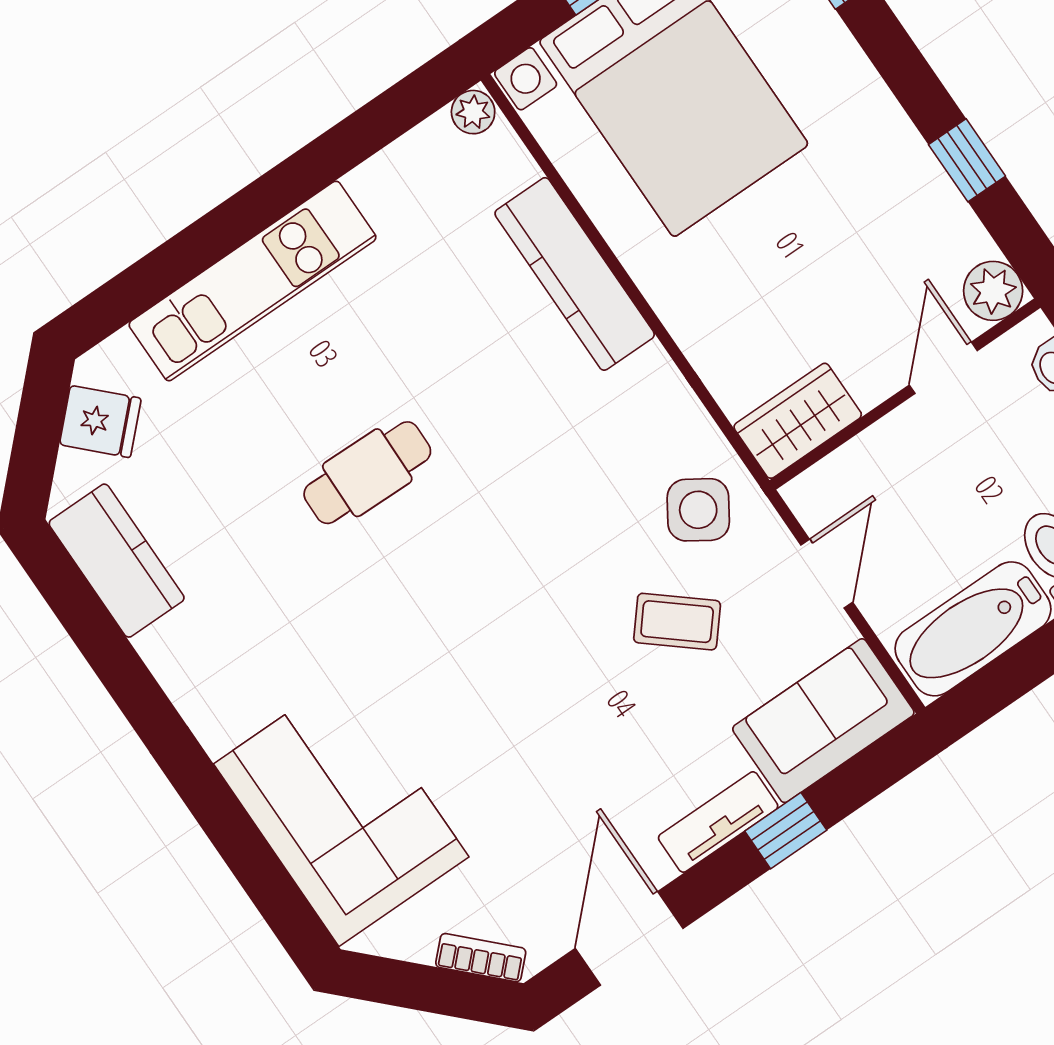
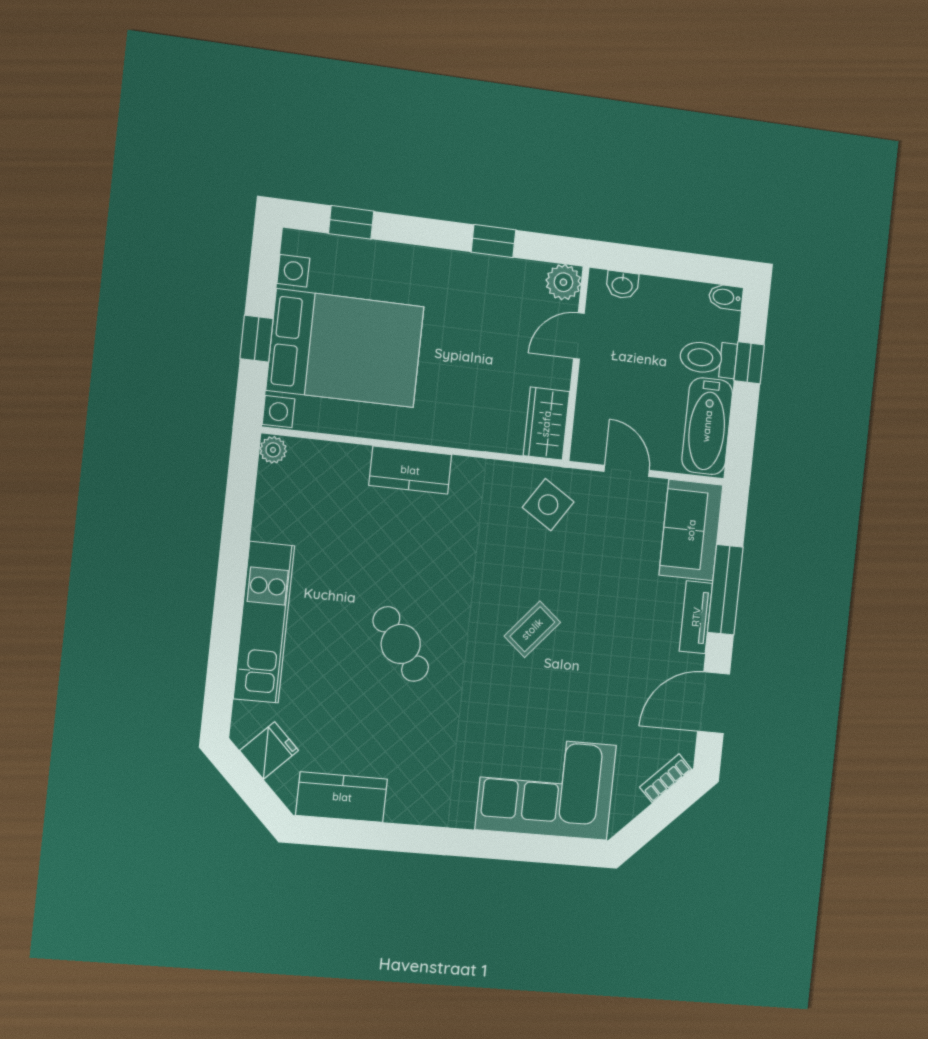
kitchen counter: (575, 274) -> (410, 470), width x0.67
door: (943, 368) -> (579, 336), hinge flipped
cafe table: (367, 473) -> (401, 644), turned -37
coffee table: (677, 622) -> (532, 629), moved
window: (786, 831) -> (725, 590), width x2.17
door: (629, 938) -> (713, 703), hinge flipped

